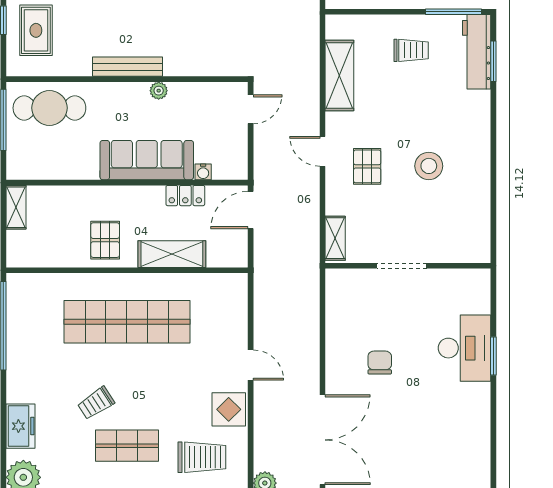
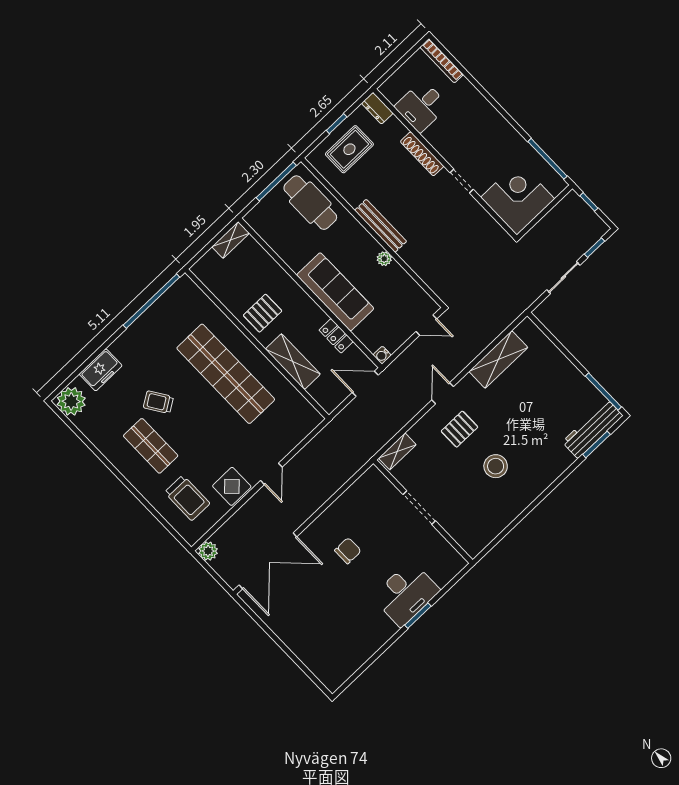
trolley: (411, 50) -> (555, 388), removed
water cooler: (203, 172) -> (382, 355), moved

